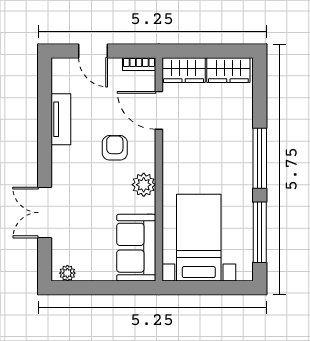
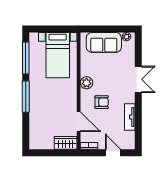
wardrobe: (228, 70) -> (42, 143), removed
armchair: (115, 148) -> (102, 102), turned -90
double door: (45, 213) -> (138, 79), moved
sofa: (136, 248) -> (104, 42), moved, turned 90

